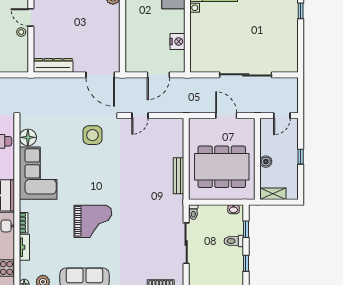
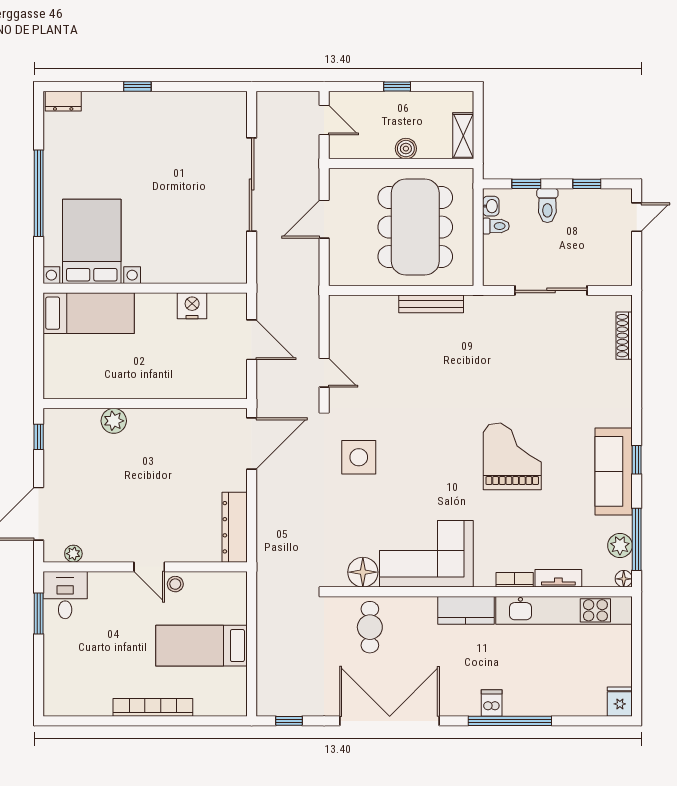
door: (31, 17) -> (149, 567), hinge flipped
toilet: (193, 212) -> (496, 226), moved

